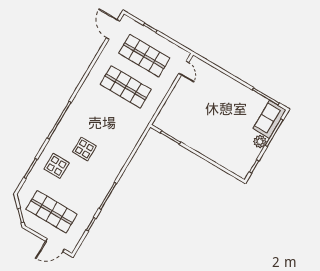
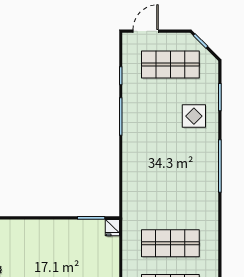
fridge: (160, 122) -> (112, 228), added
display table: (85, 149) -> (175, 152), removed

